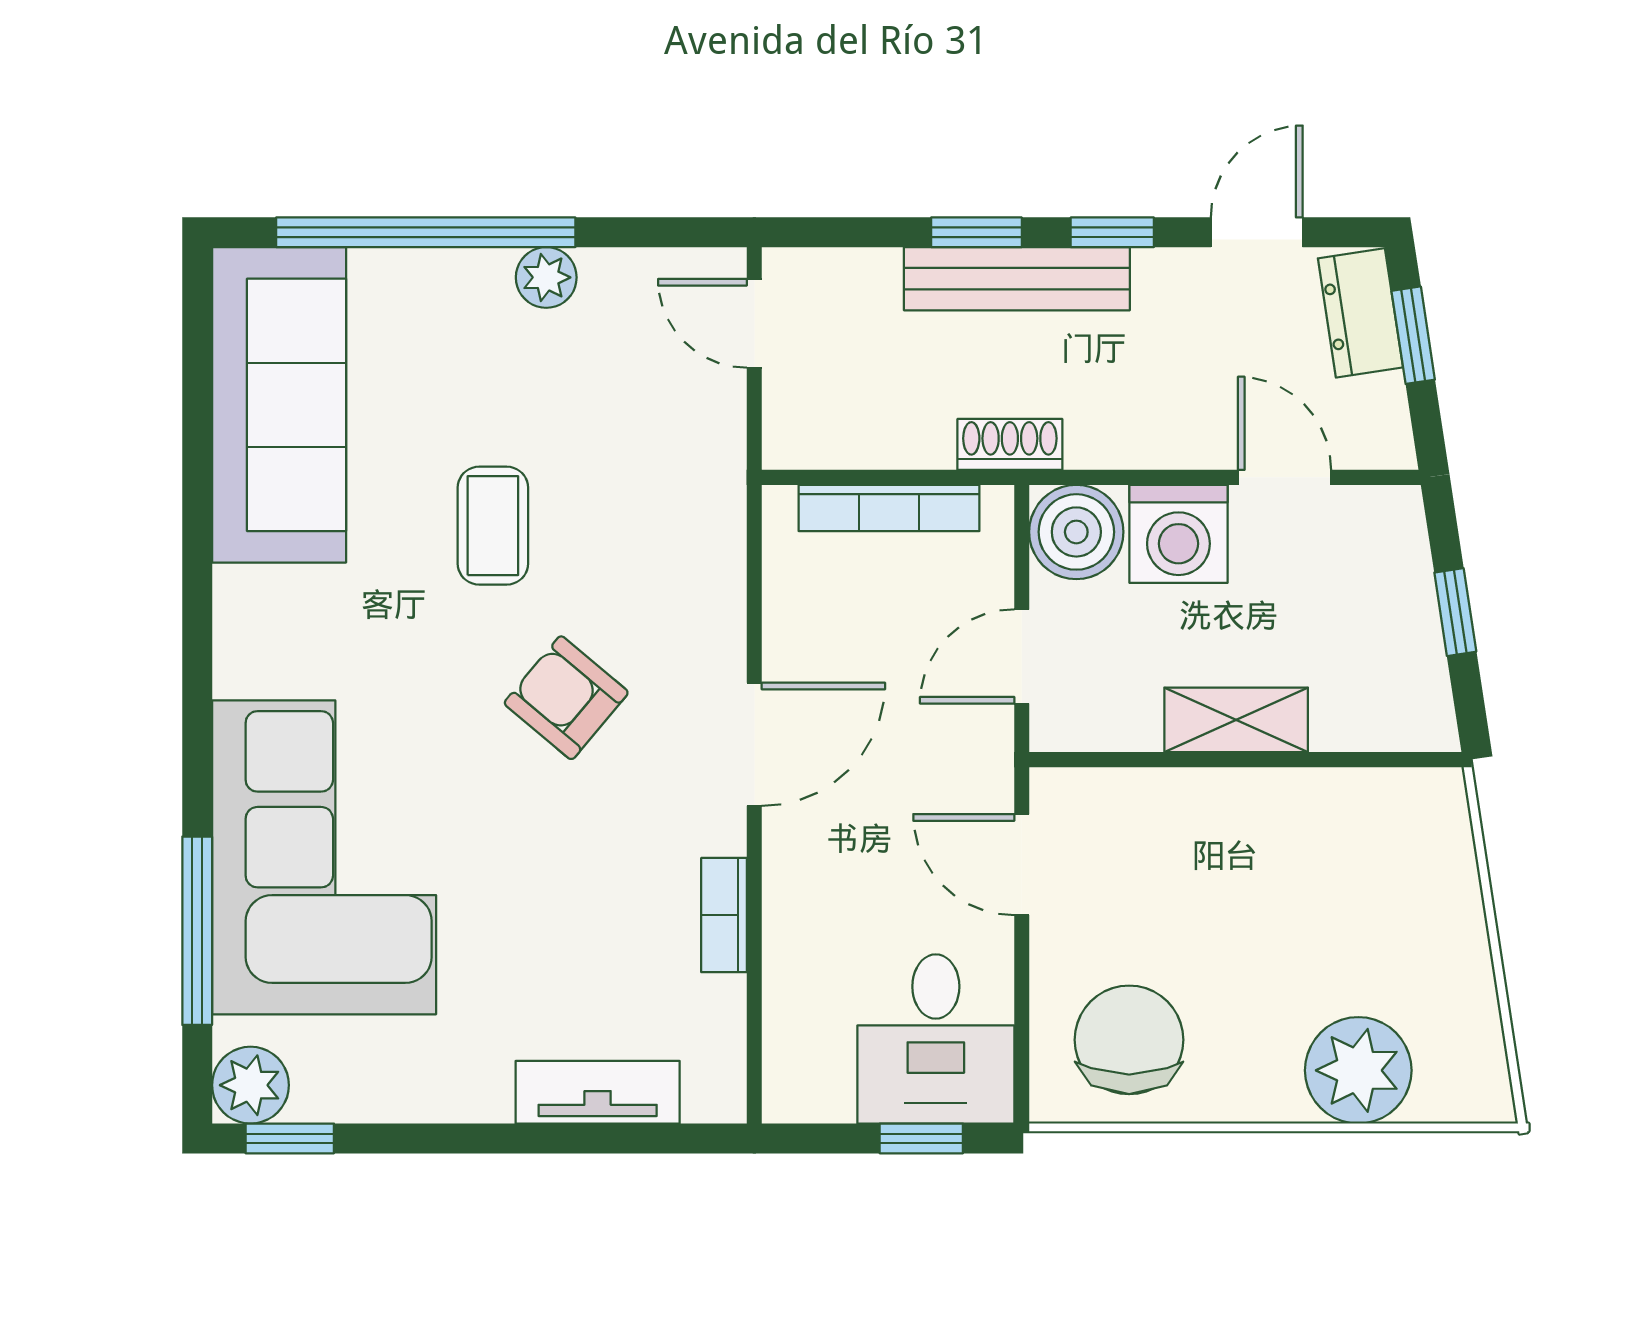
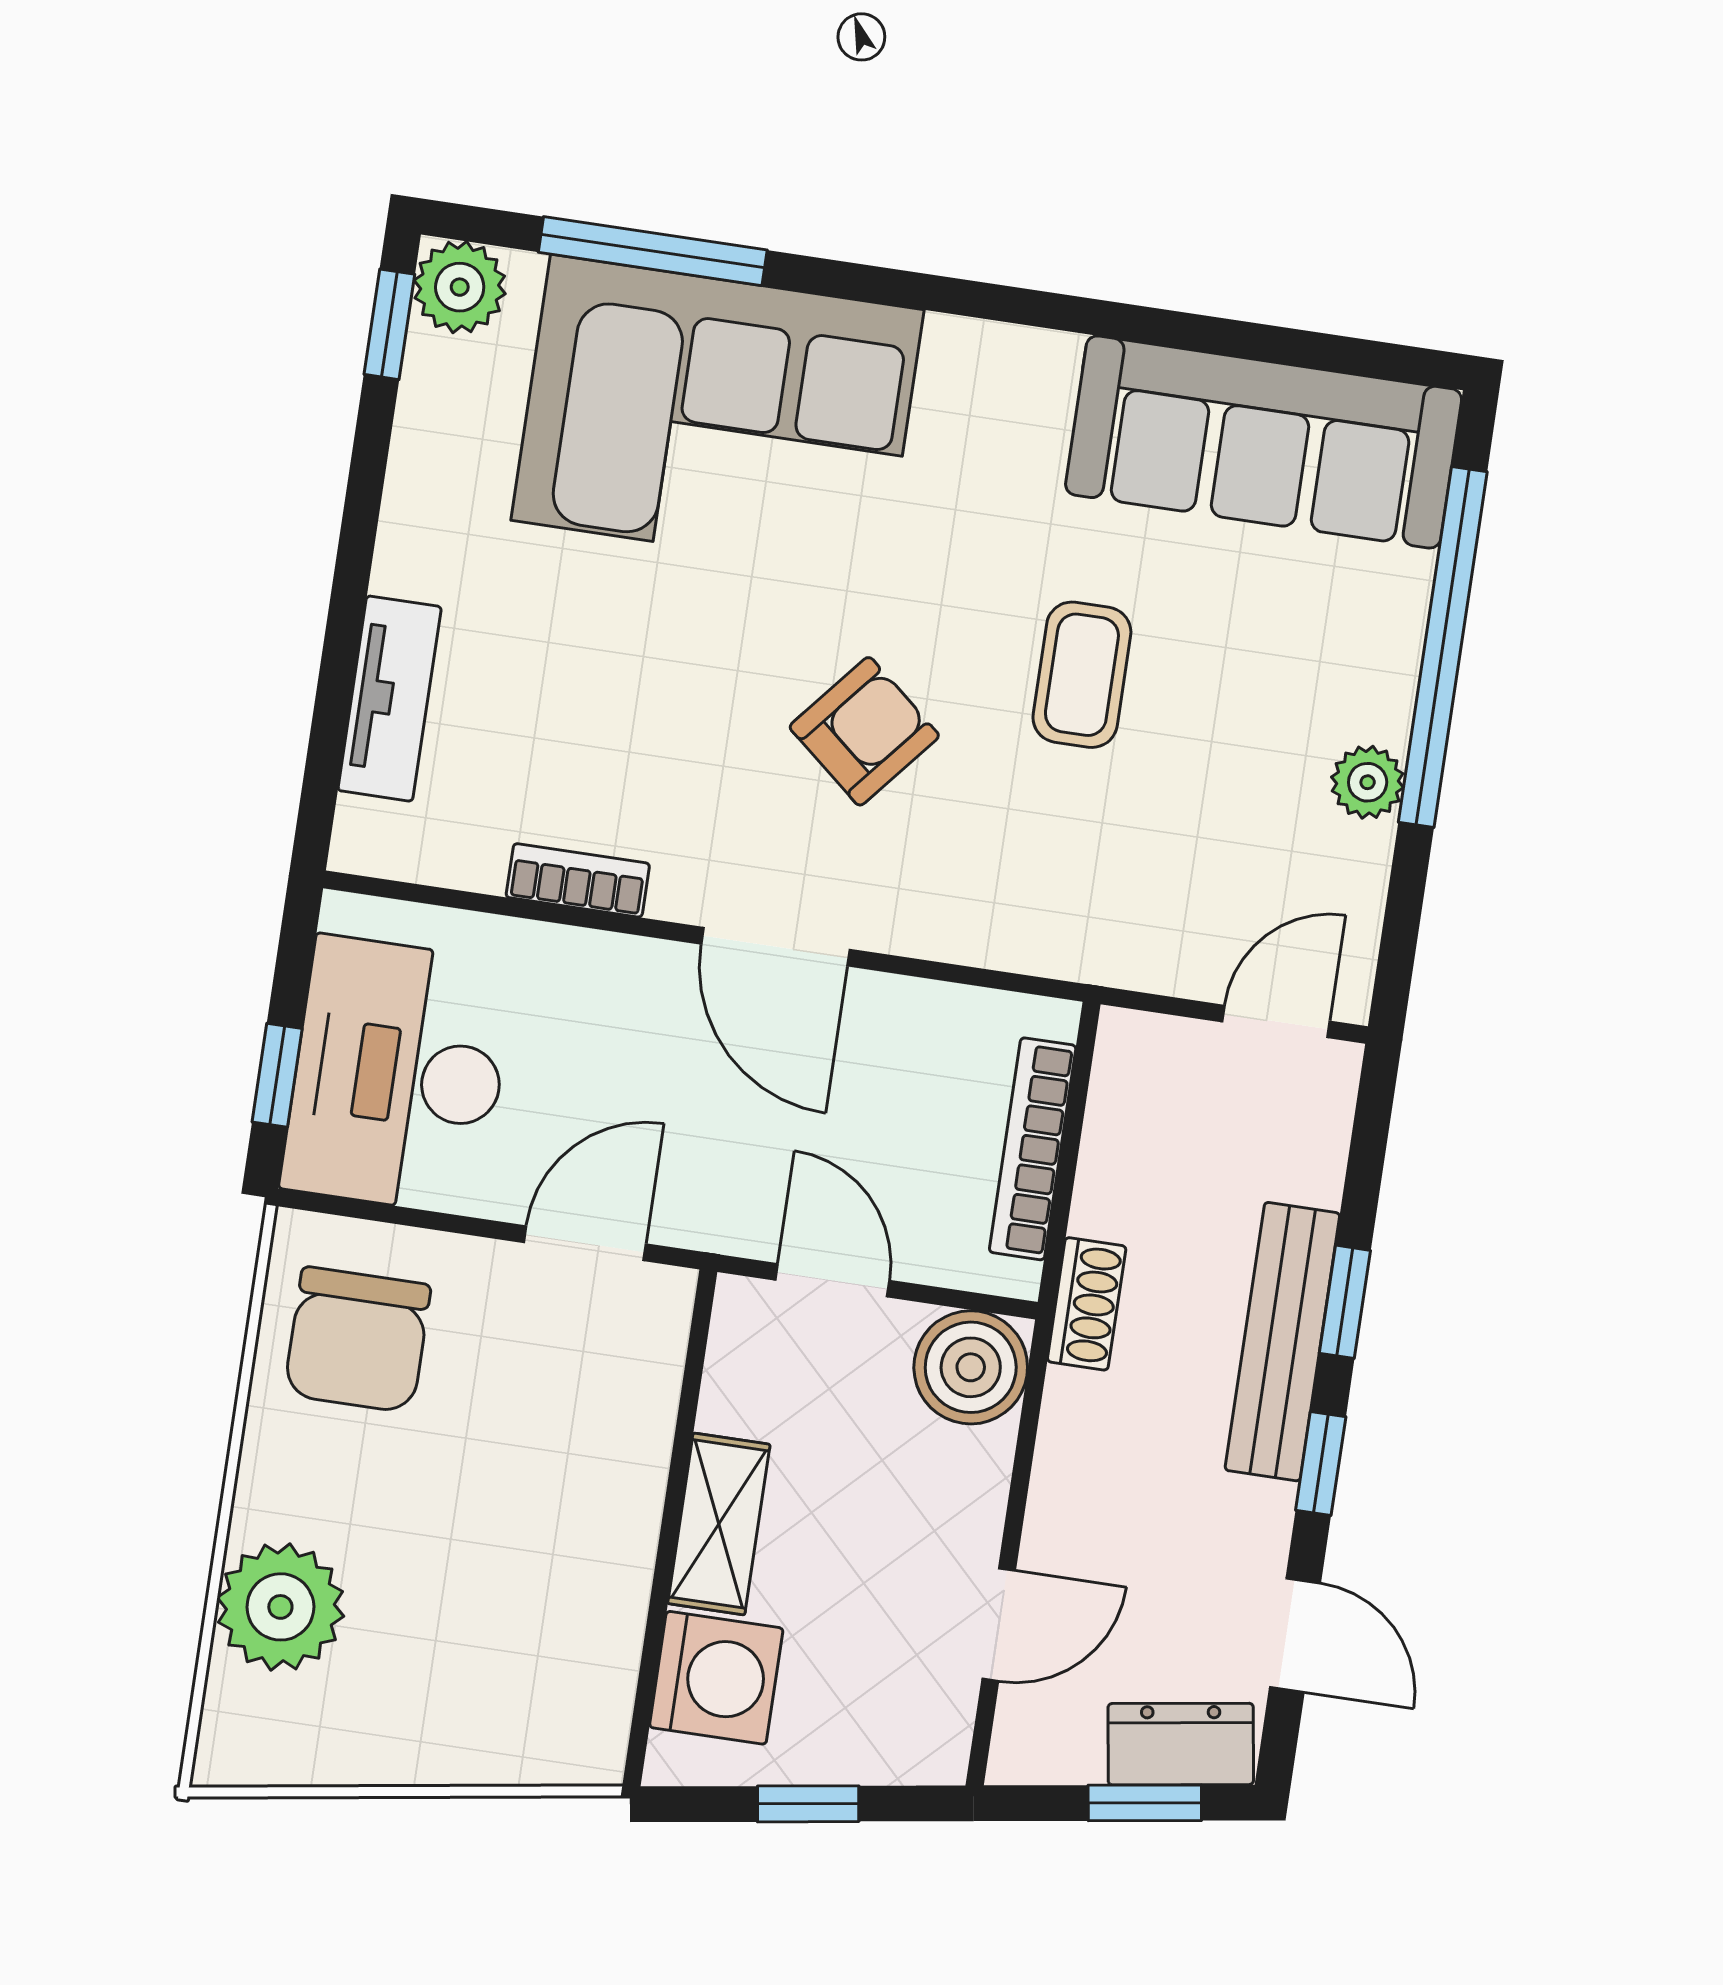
coffee table: (493, 526) -> (1082, 675), turned 90
washing machine: (1178, 534) -> (716, 1678), moved, turned 180
desk: (936, 1039) -> (398, 1075), width x1.37
chair: (1129, 1040) -> (357, 1340), turned 90

